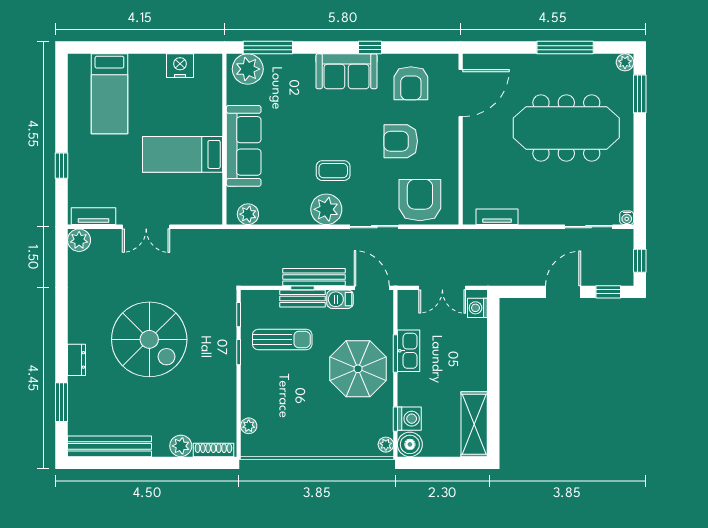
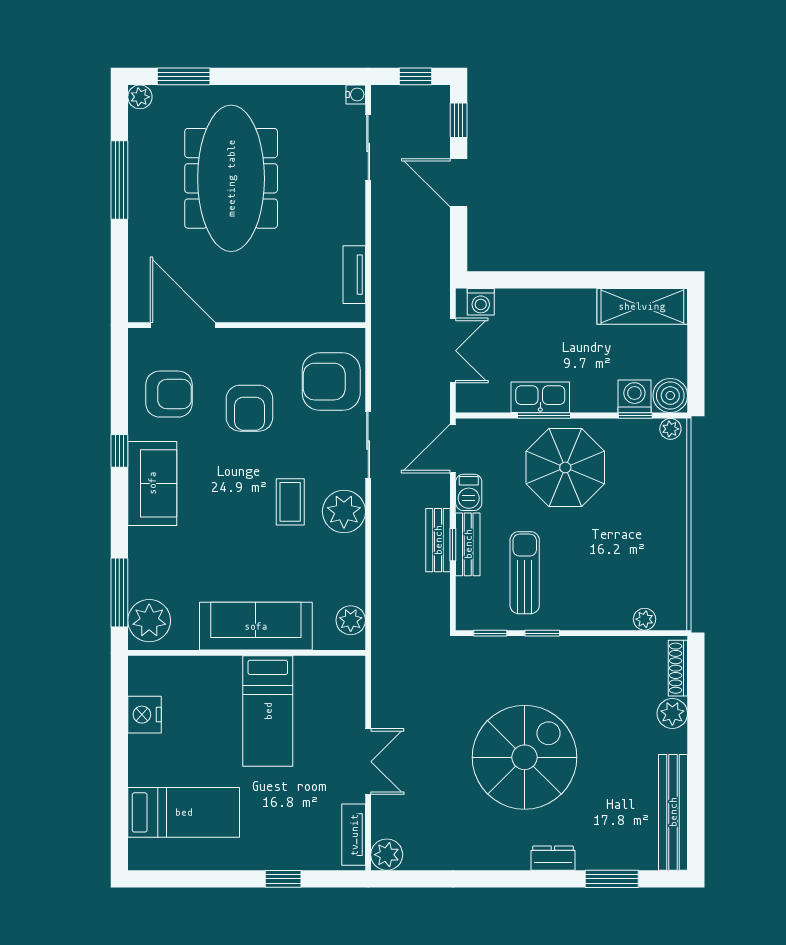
bench: (314, 277) -> (438, 540), width x0.73

